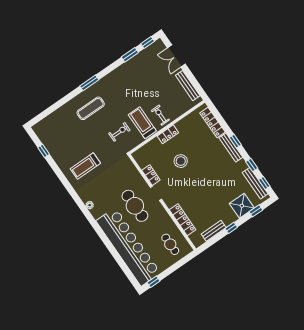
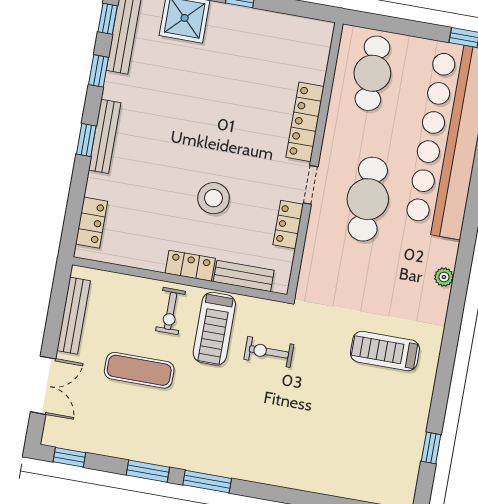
window: (130, 55) -> (148, 471), moved
window: (89, 83) -> (207, 482), moved
exercise mat: (91, 108) -> (139, 370), moved
locker: (213, 123) -> (92, 223), width x0.66
treadmill: (85, 166) -> (385, 351), turned 180
locker: (183, 220) -> (305, 122), moved
bench: (214, 231) -> (244, 276), moved
cafe table: (170, 244) -> (372, 73), width x1.37, depth x1.35

